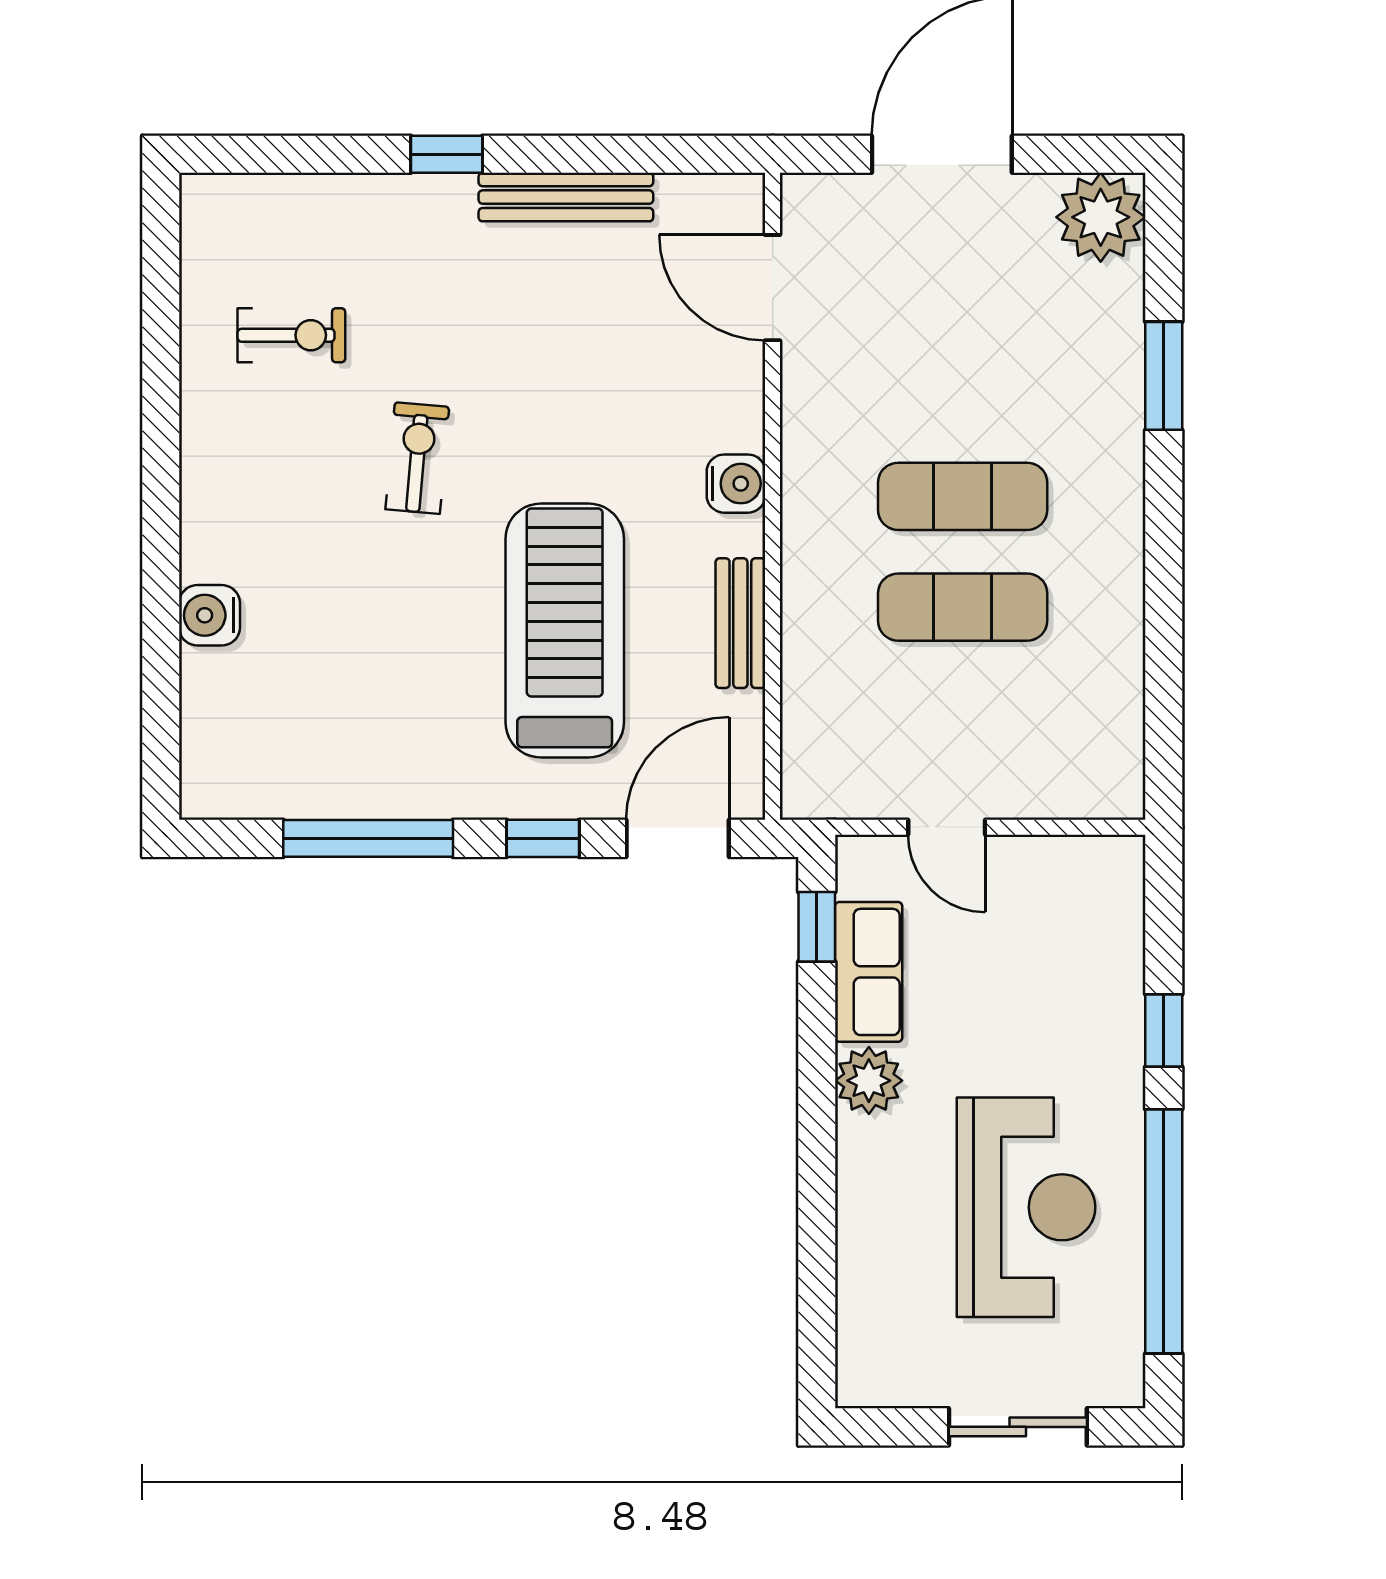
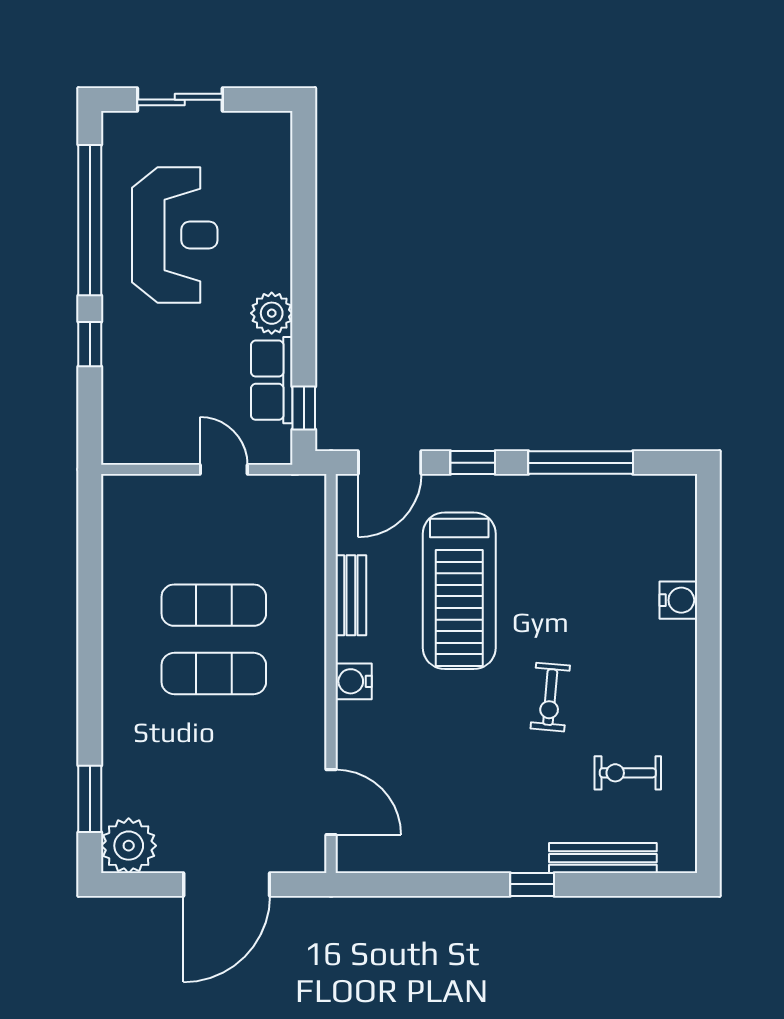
bench: (566, 197) -> (603, 858), moved
window: (1164, 376) -> (90, 799), moved
reception desk: (1026, 1207) -> (175, 235), turned 180

